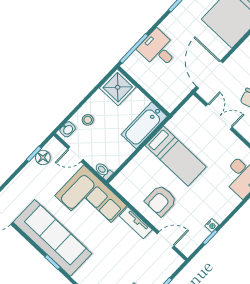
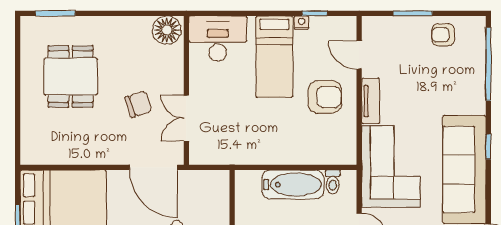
door: (209, 75) -> (153, 167), hinge flipped
bathtub: (144, 125) -> (293, 185), moved
bed: (176, 156) -> (274, 57), moved, turned 180
toilet: (104, 171) -> (333, 182), moved

